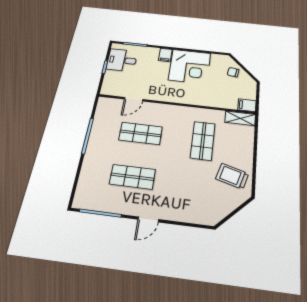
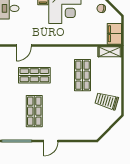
filing cabinet: (247, 105) -> (114, 34), width x2.00
shop shelf: (132, 177) -> (34, 111), turned 90

